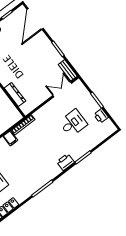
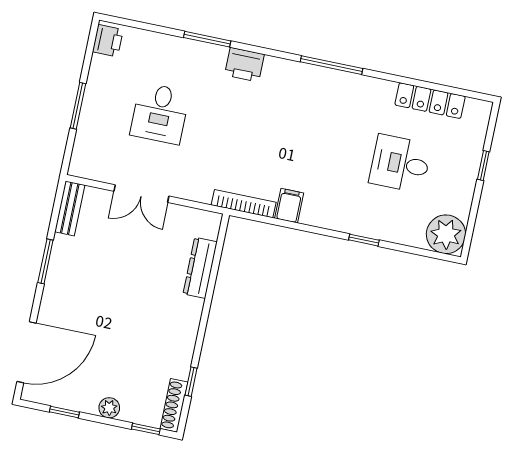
double door: (62, 89) -> (141, 194), moved
printer: (101, 116) -> (108, 41), moved
desk: (73, 123) -> (160, 113), turned -90

